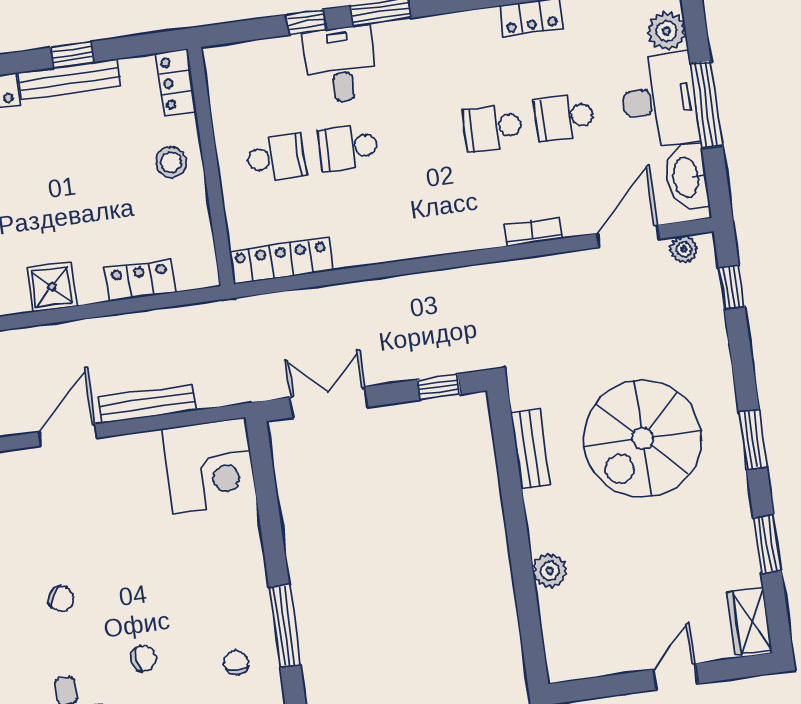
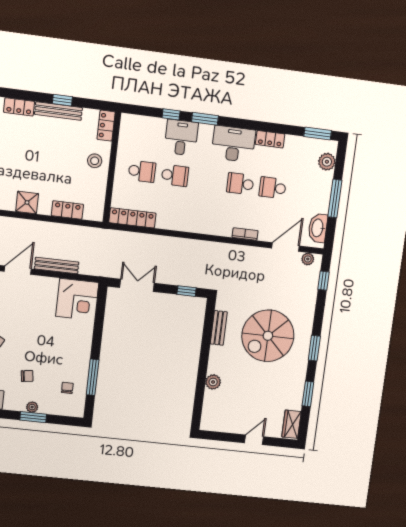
desk: (659, 100) -> (233, 144), moved, turned -90
school desk: (348, 147) -> (175, 175), turned 180

